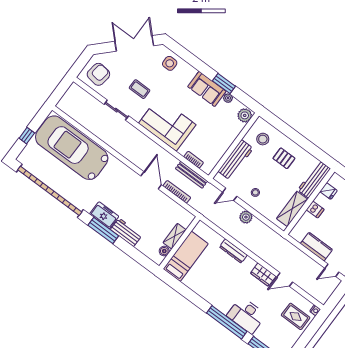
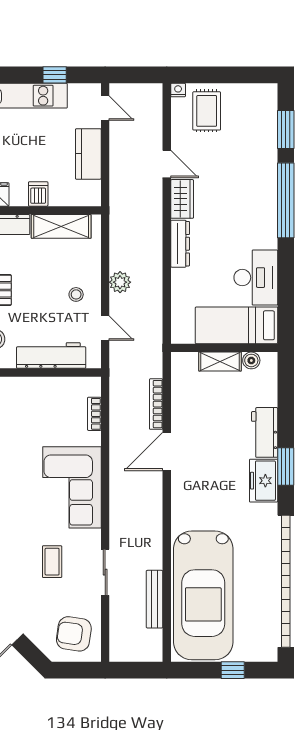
bench: (192, 175) -> (154, 599), moved
window: (103, 231) -> (286, 466), width x0.69
dresser: (233, 251) -> (180, 244), moved
desk: (246, 315) -> (256, 278), moved

